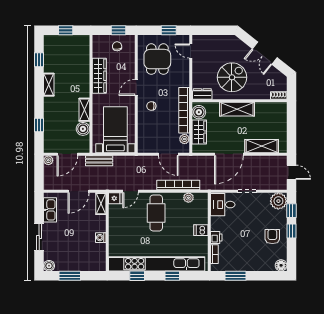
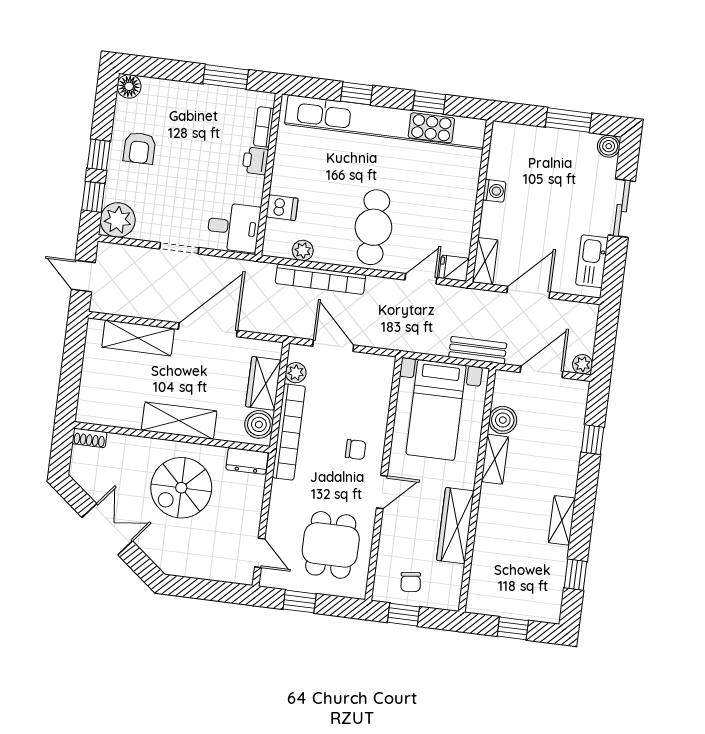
dishwasher: (201, 230) -> (282, 208), moved

